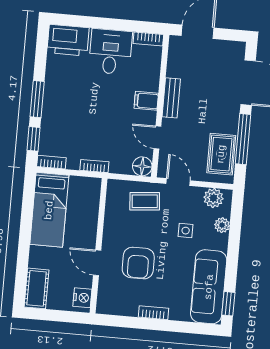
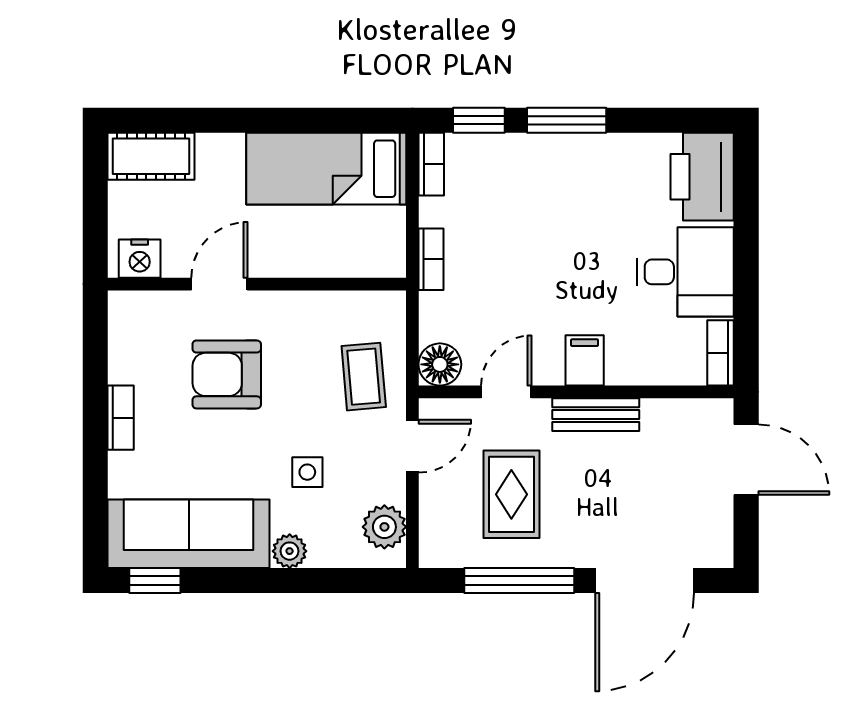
rug: (221, 154) -> (511, 494), moved, turned 90
plant: (222, 225) -> (290, 551), moved

